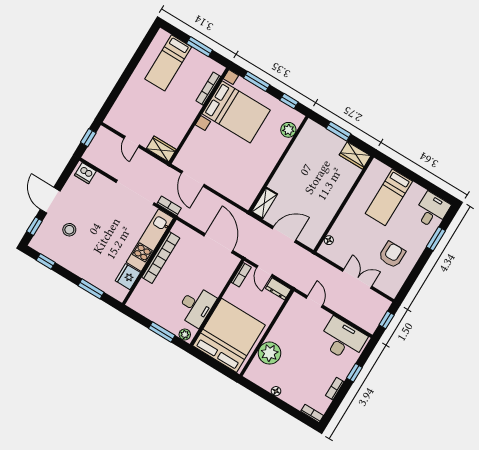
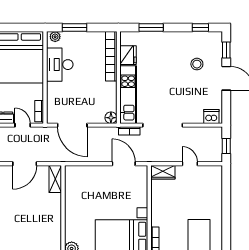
floor lamp: (179, 228) -> (111, 118), added
bookcase: (161, 258) -> (111, 56), moved

